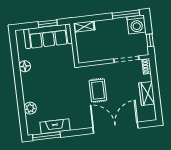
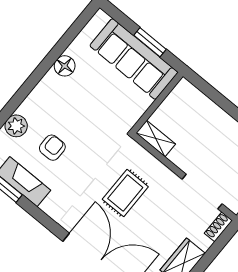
shelving: (84, 27) -> (156, 138), moved
armchair: (52, 102) -> (52, 148), added

